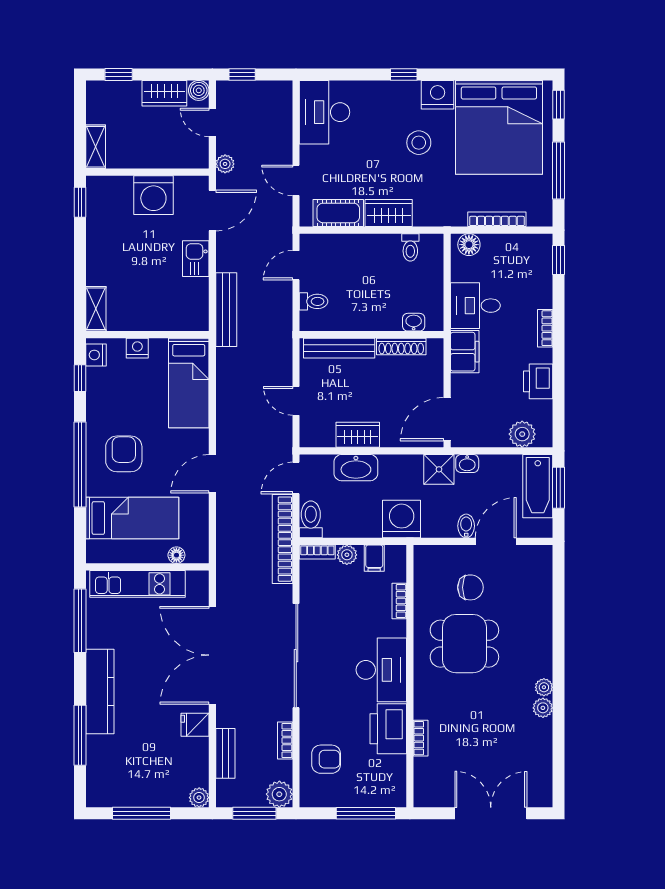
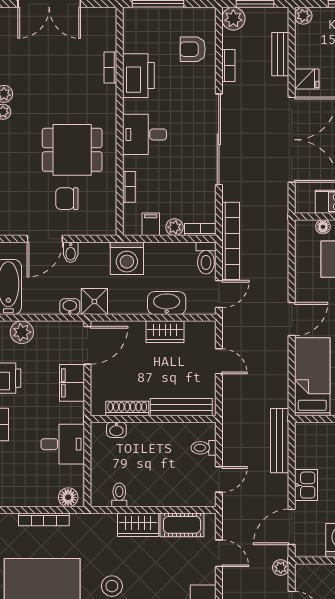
filing cabinet: (465, 352) -> (72, 383), moved
door: (212, 474) -> (292, 319), moved
desk: (381, 670) -> (145, 134), width x0.73

